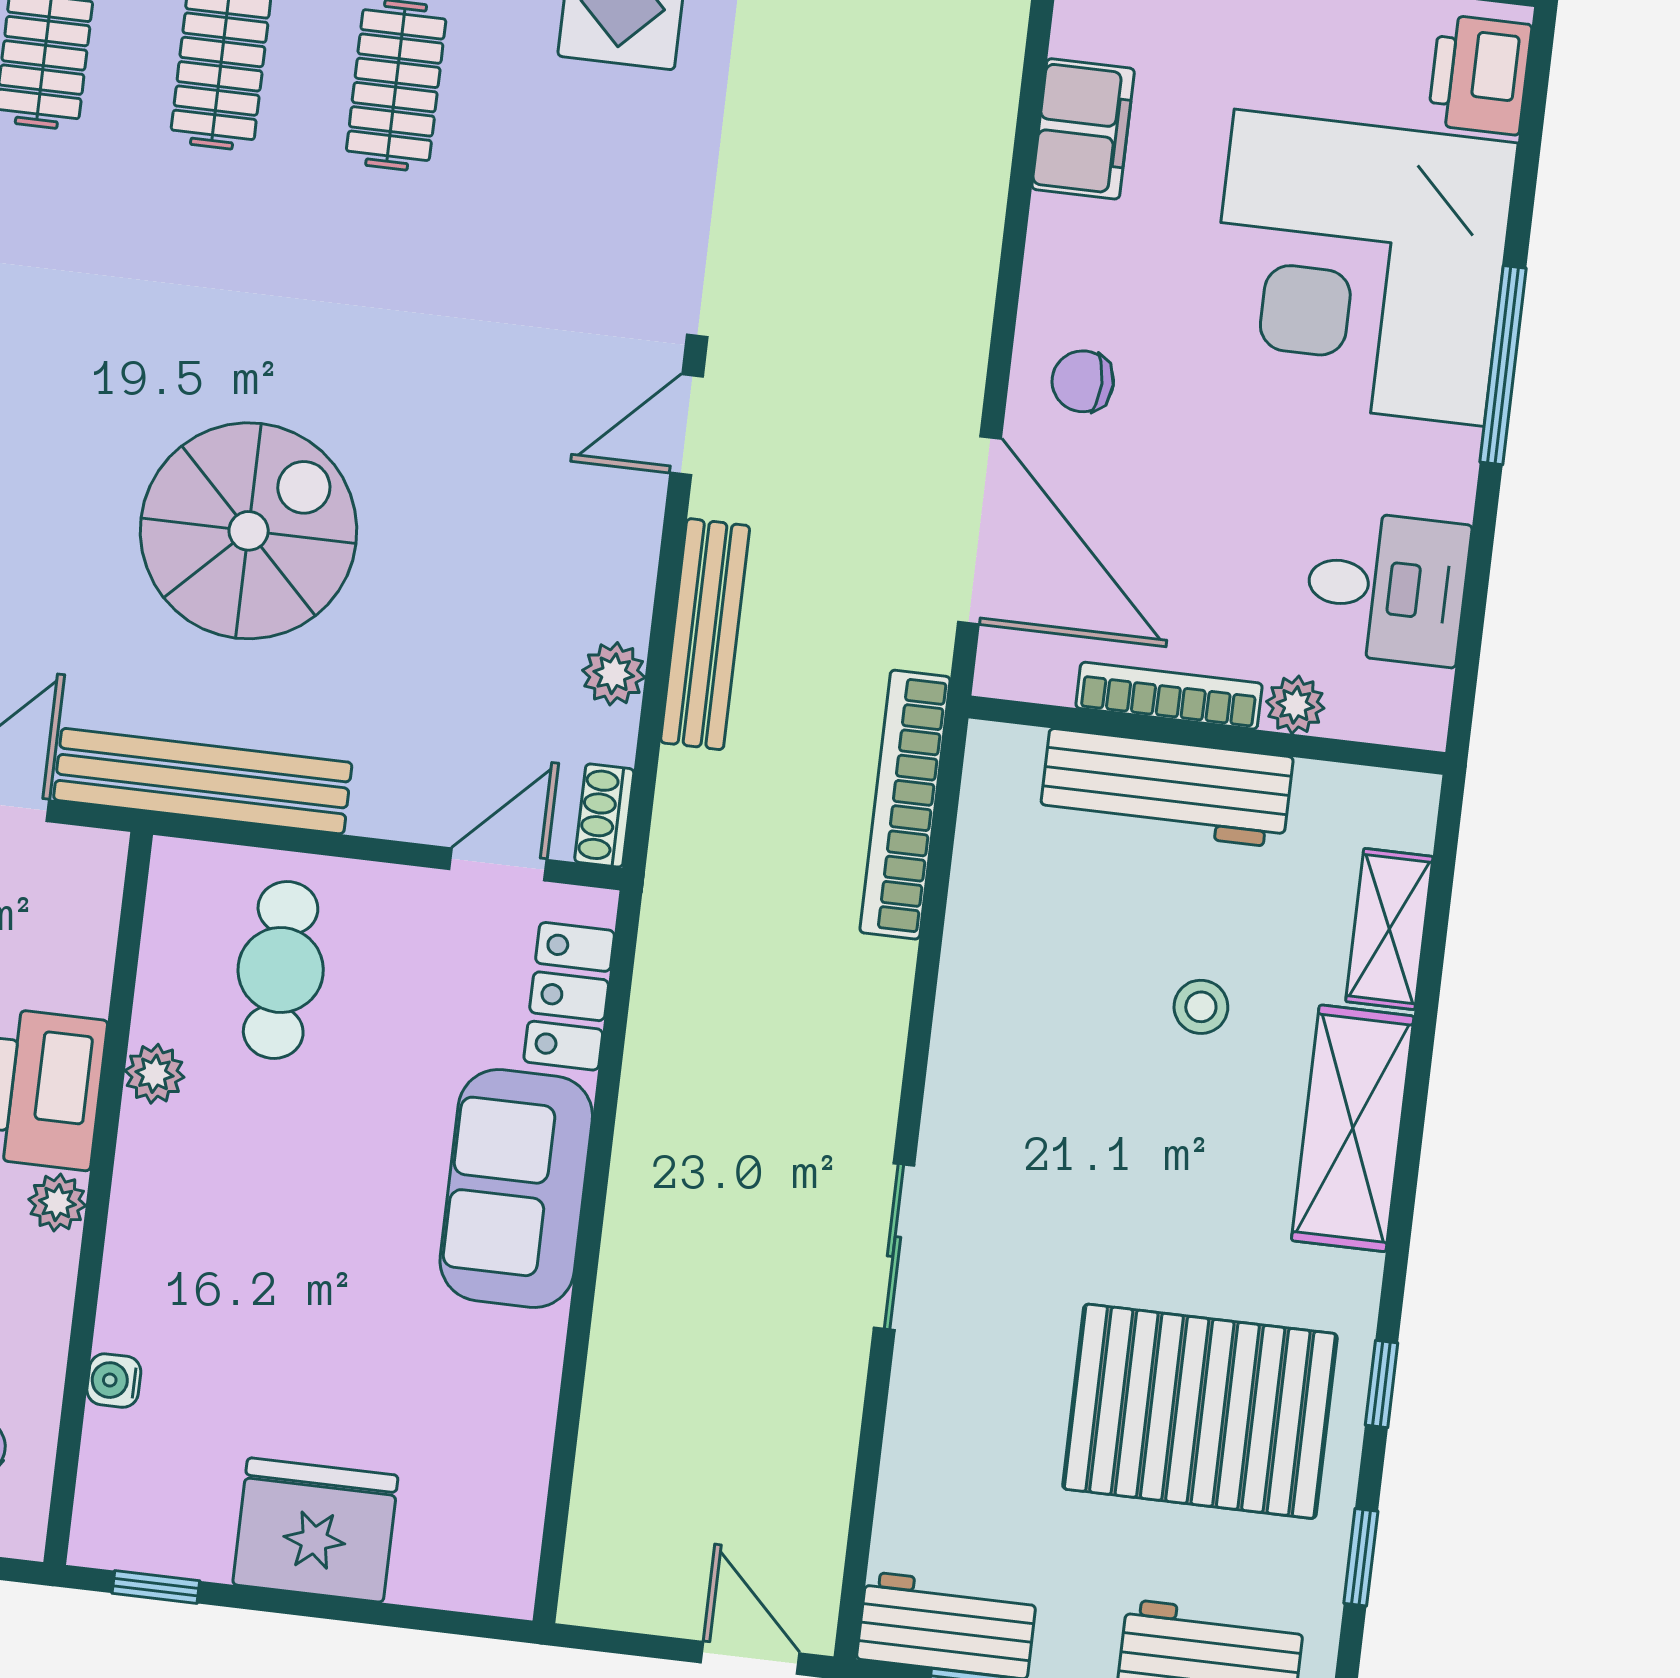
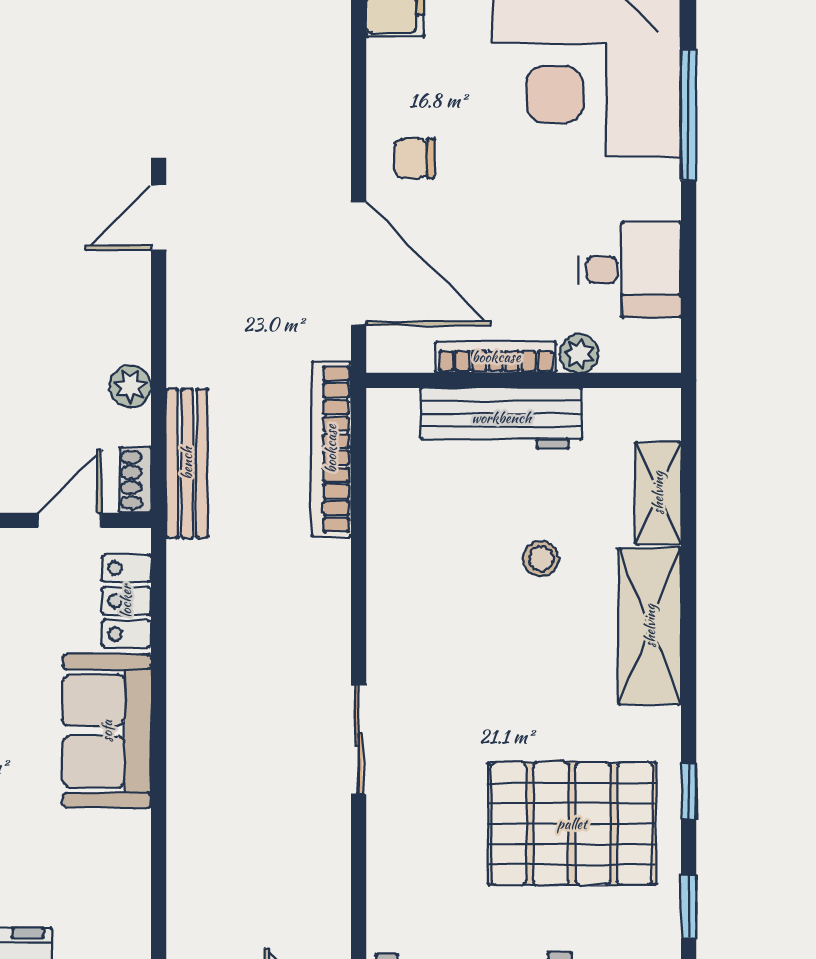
bench: (705, 634) -> (187, 463), moved

